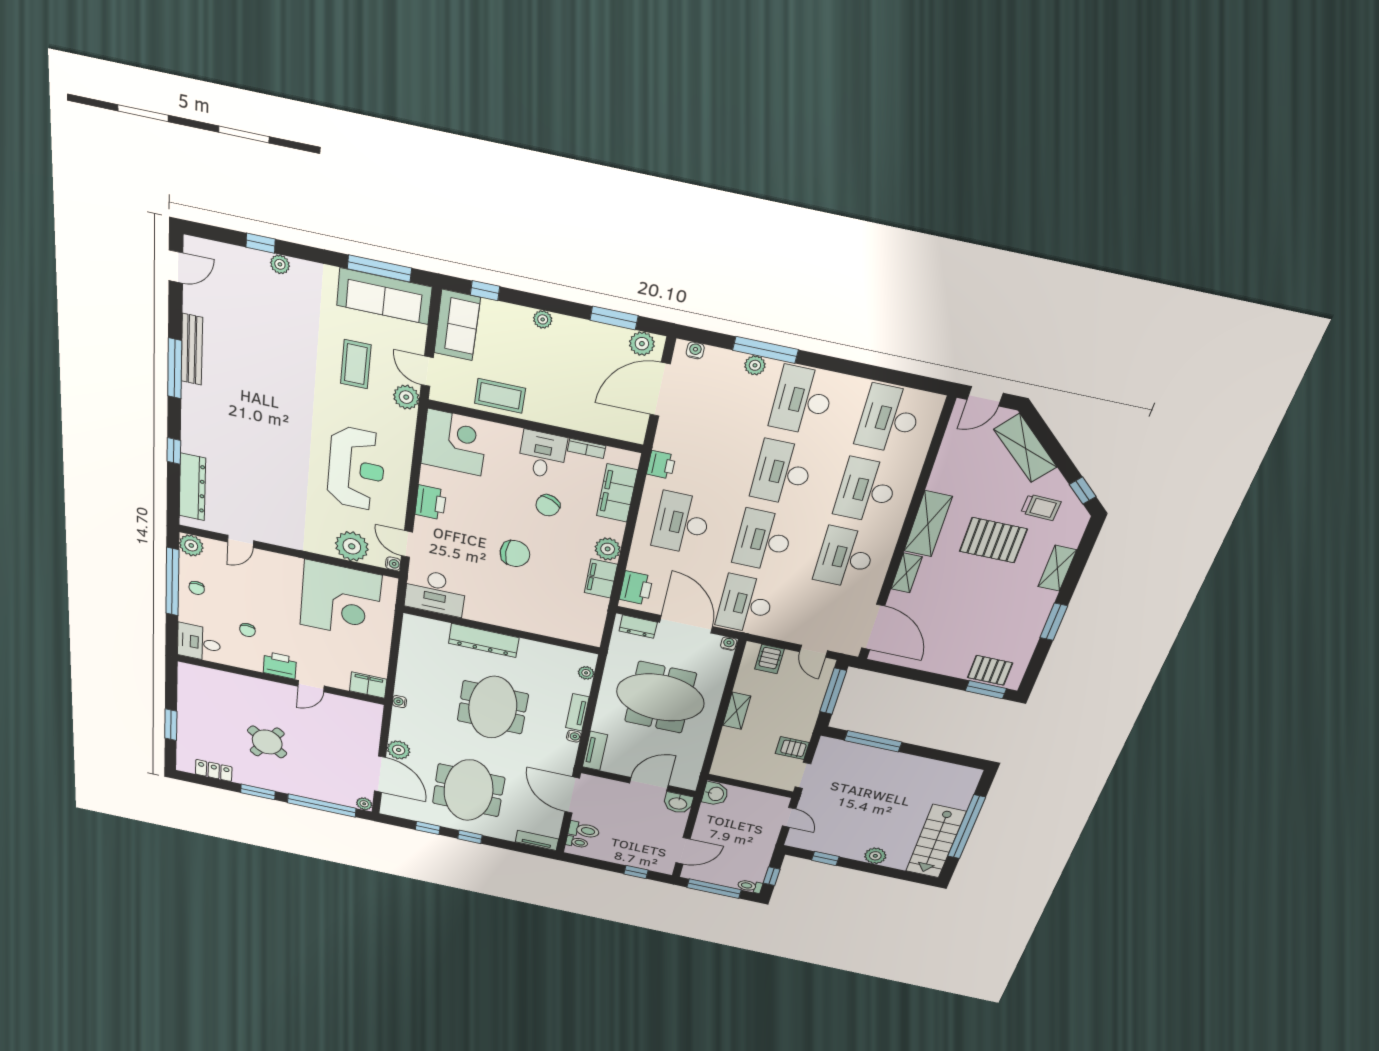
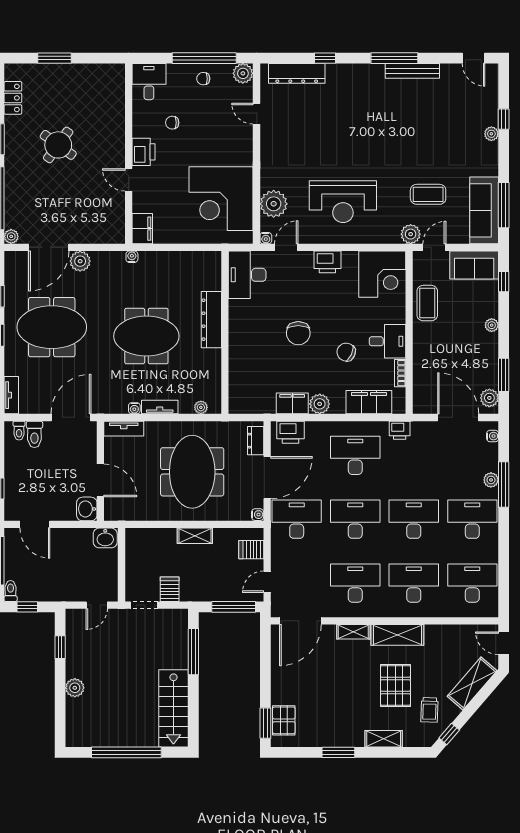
stairs: (936, 841) -> (173, 708), moved, turned -90

